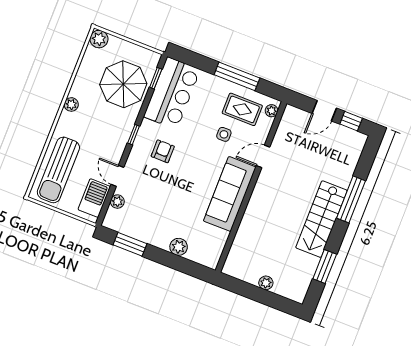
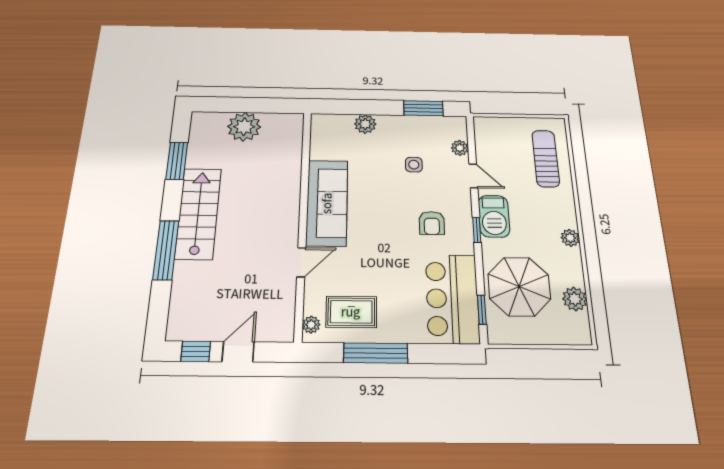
plant: (99, 39) -> (575, 299), moved
side table: (224, 134) -> (414, 165), moved
sun lounger: (58, 170) -> (546, 158), width x0.73, depth x0.75
barbecue: (94, 198) -> (494, 216), moved
plant: (266, 283) -> (244, 127), width x1.88, depth x1.88

